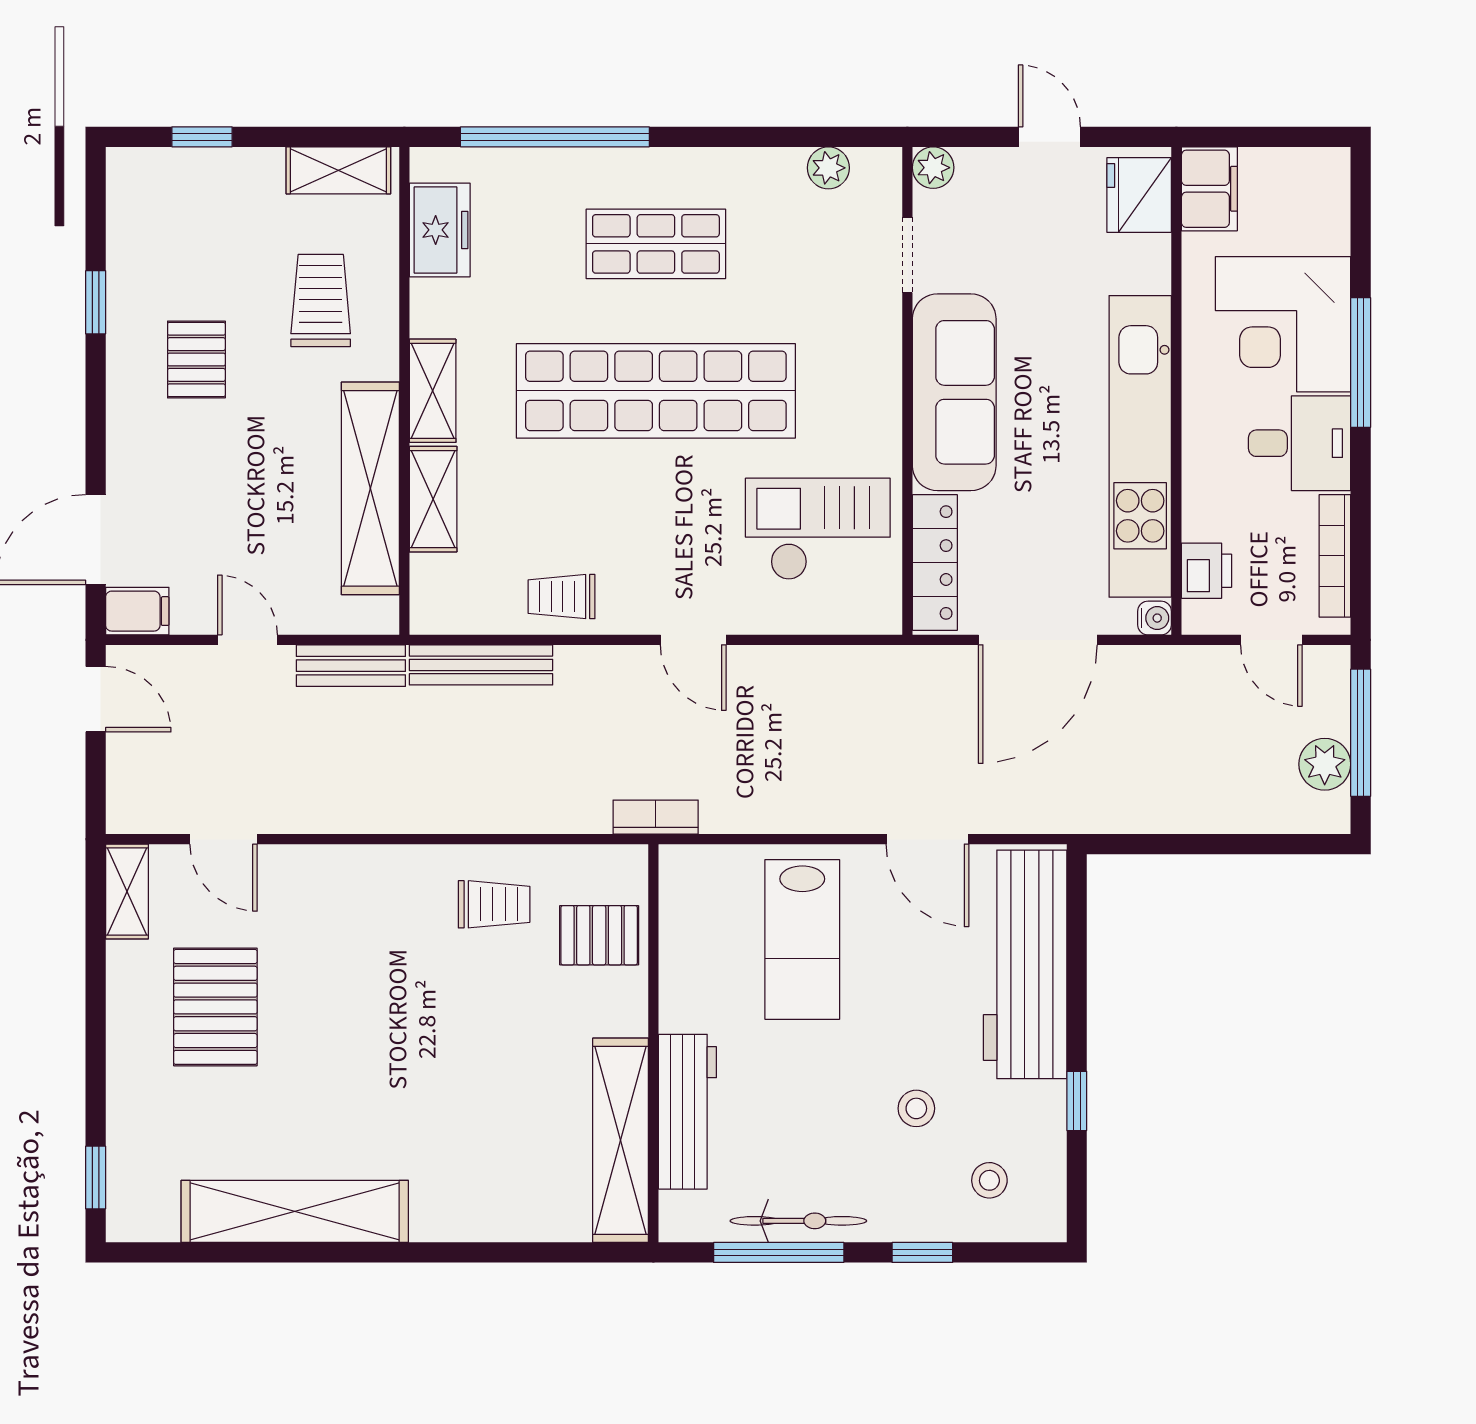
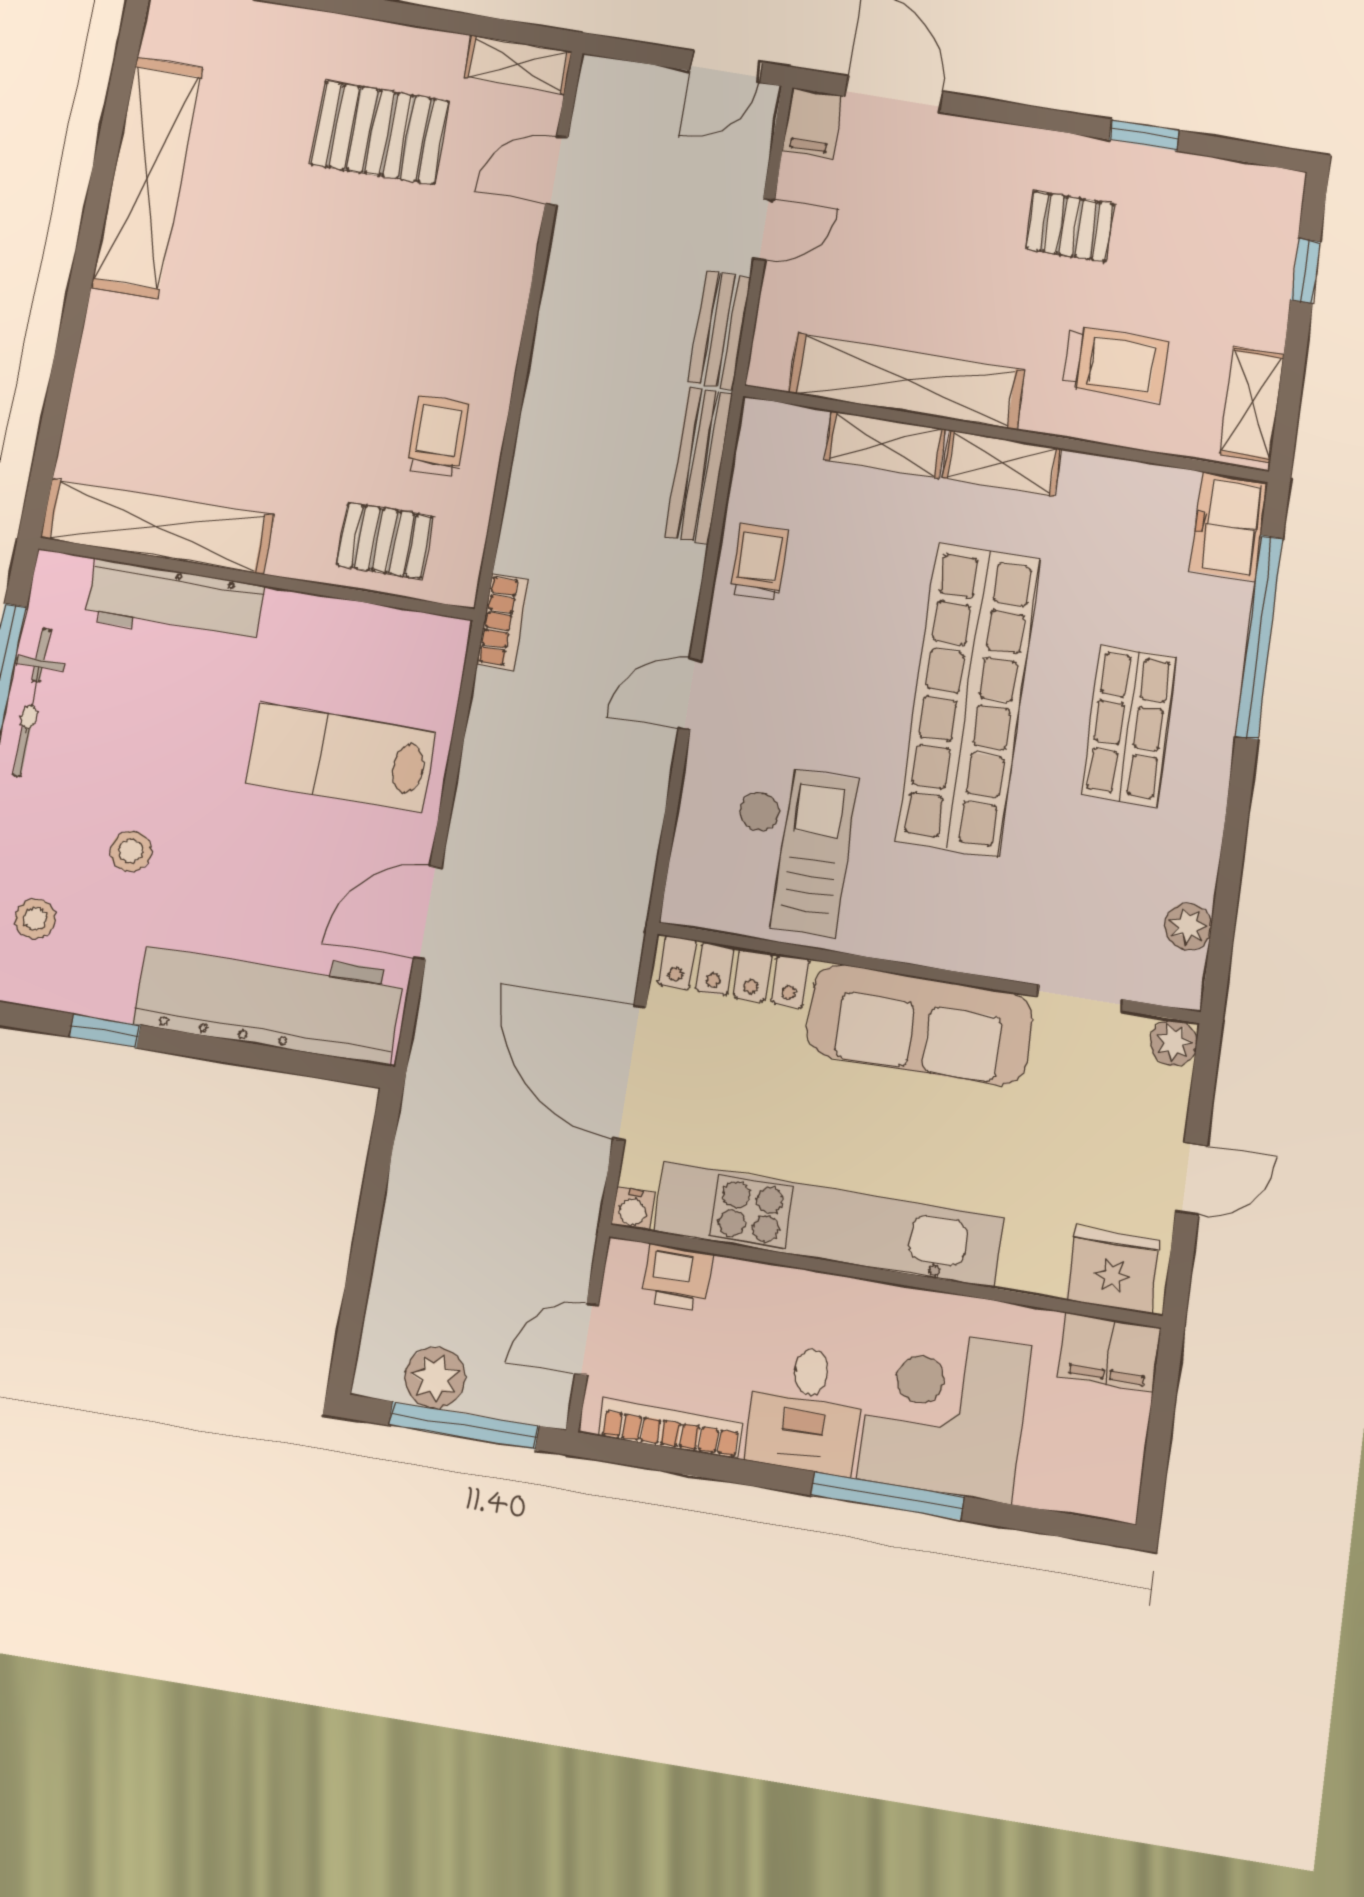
freezer: (440, 230) -> (1229, 527), moved, turned 90
trolley: (494, 904) -> (438, 436), turned 180
pallet: (599, 935) -> (385, 541), turned 90

